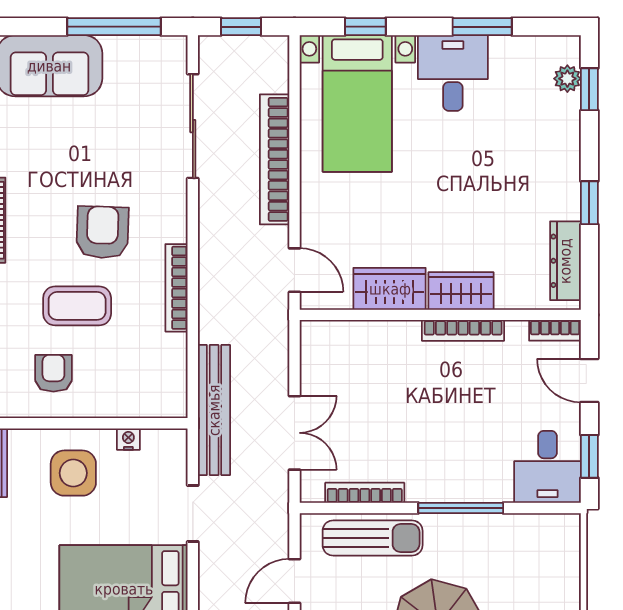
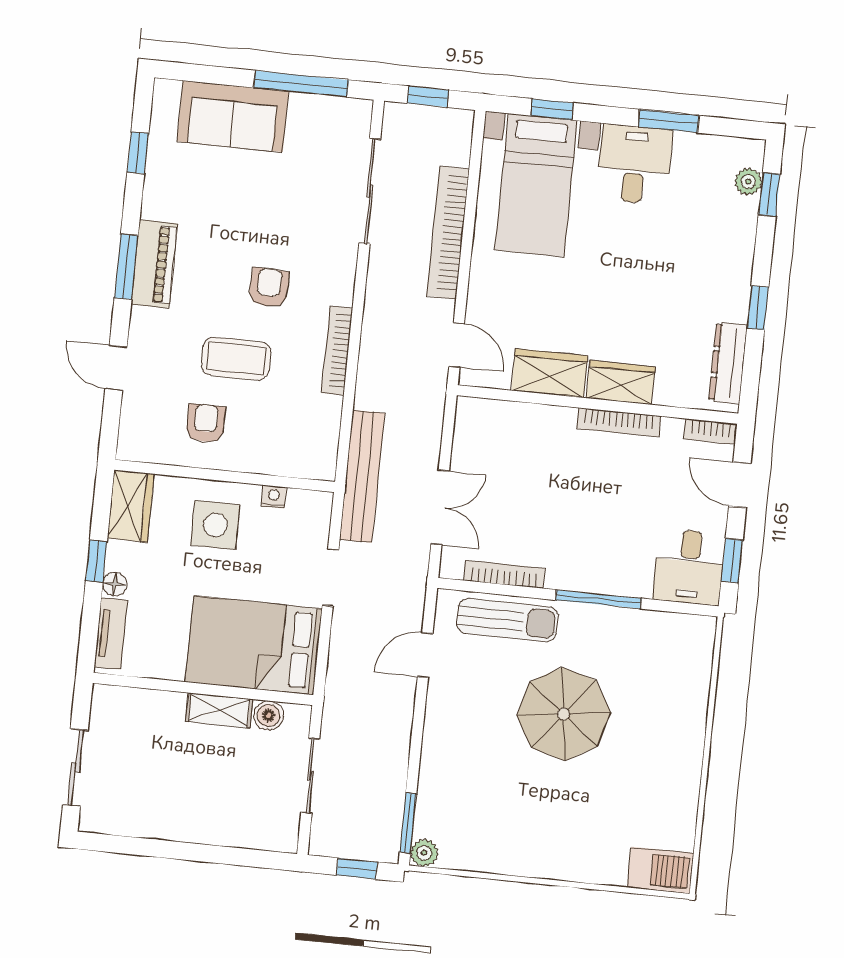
armchair: (102, 232) -> (269, 288), width x0.72, depth x0.72

